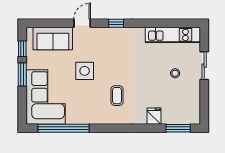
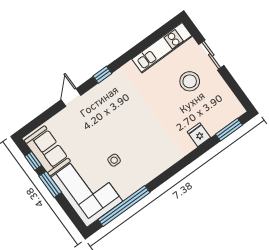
sofa: (53, 39) -> (47, 151), moved, turned -90
side table: (85, 71) -> (114, 160), moved, width x0.54, depth x0.54
stool: (175, 73) -> (190, 81), width x1.89, depth x1.89
coffee table: (117, 96) -> (151, 141), removed

